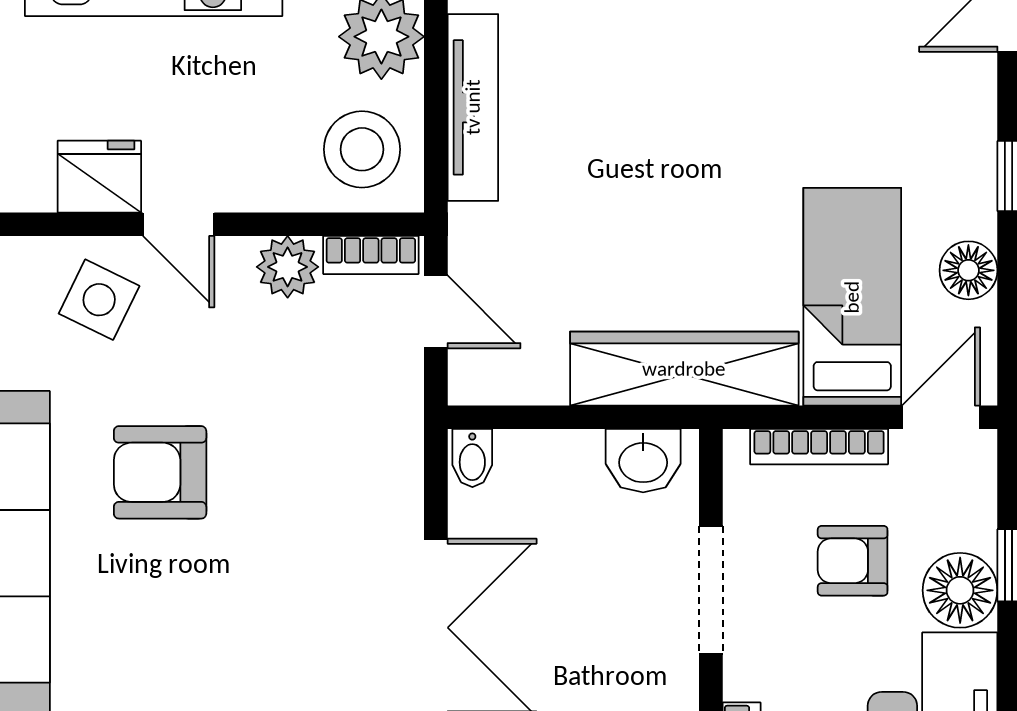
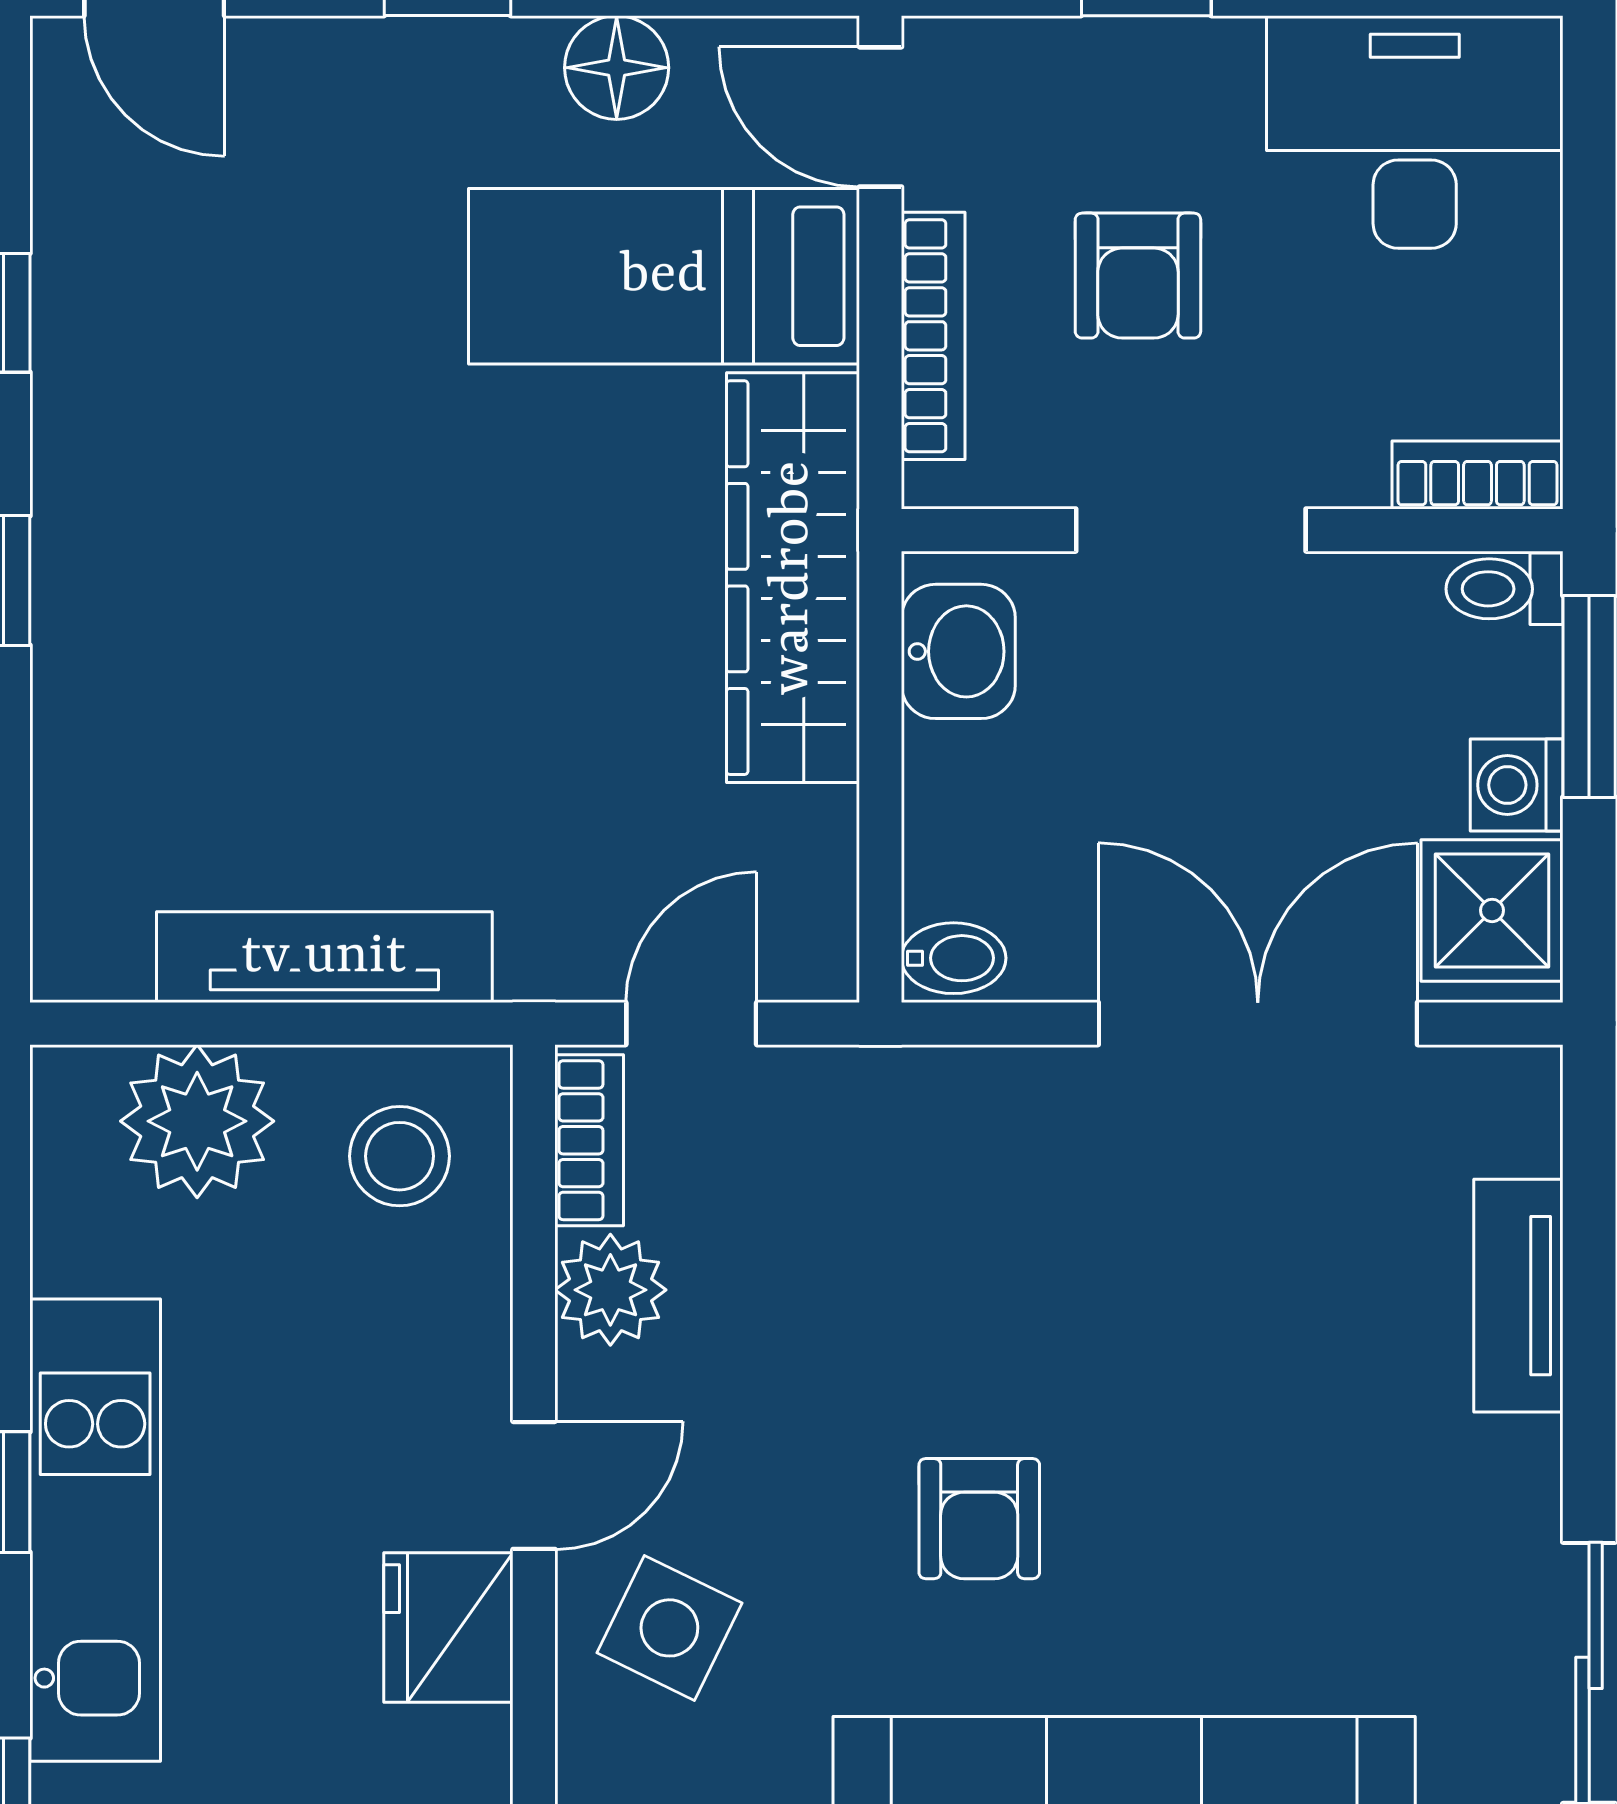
stool: (362, 149) -> (400, 1156), width x0.73, depth x0.73
armchair: (160, 472) -> (979, 1519), width x0.72, depth x0.72
floor lamp: (960, 590) -> (1191, 83), removed

